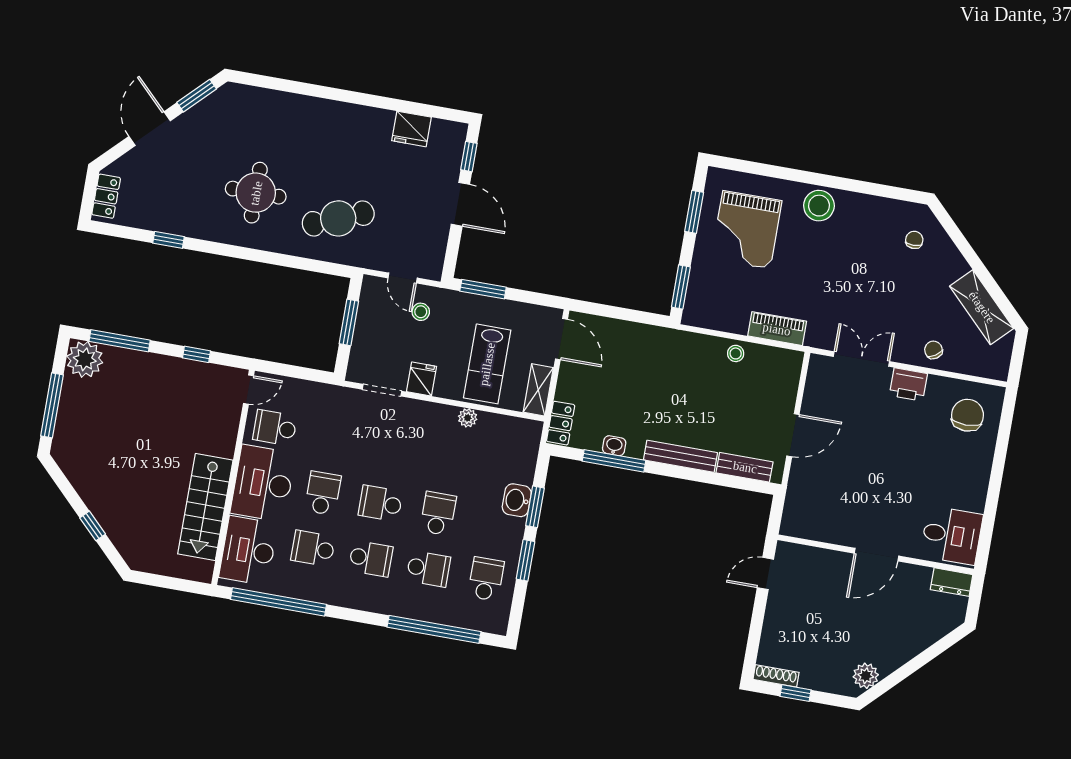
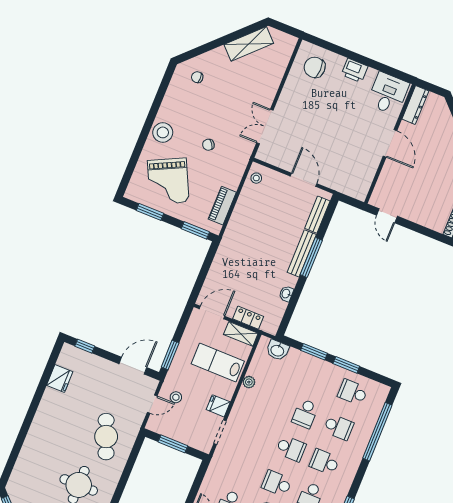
door: (460, 204) -> (133, 366), moved
grand piano: (746, 230) -> (168, 181), turned 64
piano: (777, 329) -> (222, 206), moved
chair: (933, 350) -> (208, 145), moved
stool: (736, 353) -> (256, 178), moved
lab bench: (487, 364) -> (218, 363), turned 180
printer: (908, 384) -> (355, 70), moved, turned 90
locker: (561, 423) -> (248, 318), moved
window: (614, 461) -> (311, 258), moved
washbasin: (517, 500) -> (277, 350), moved
school desk: (380, 503) -> (291, 448), turned -90
school desk: (438, 514) -> (305, 414), turned -90
school desk: (371, 559) -> (324, 462), turned -90
school desk: (428, 569) -> (339, 427), turned 90
dresser: (952, 582) -> (415, 105), width x1.44

